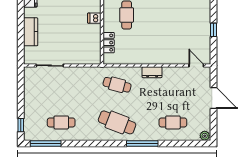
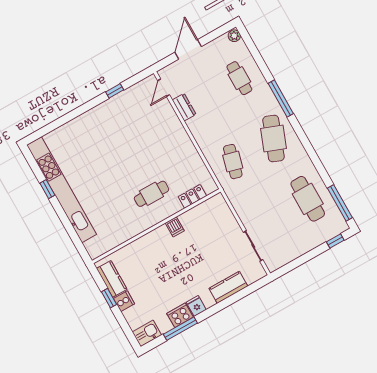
dresser: (152, 72) -> (184, 107), moved
cafe table: (61, 122) -> (308, 199), width x1.37, depth x1.35

